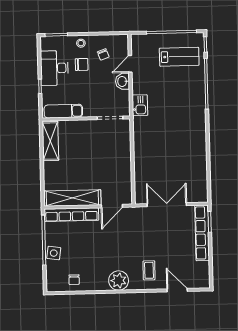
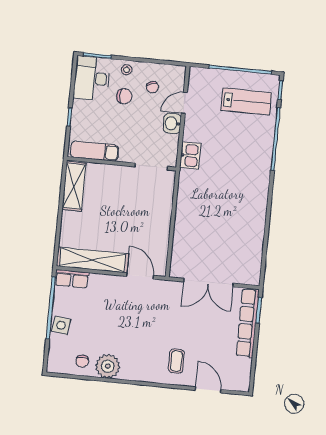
desk: (54, 68) -> (92, 78), moved
double door: (167, 205) -> (208, 283), swing flipped
door: (112, 206) -> (140, 276), swing flipped
row of seats: (71, 215) -> (72, 279), width x0.50
plant: (119, 281) -> (108, 366), moved

